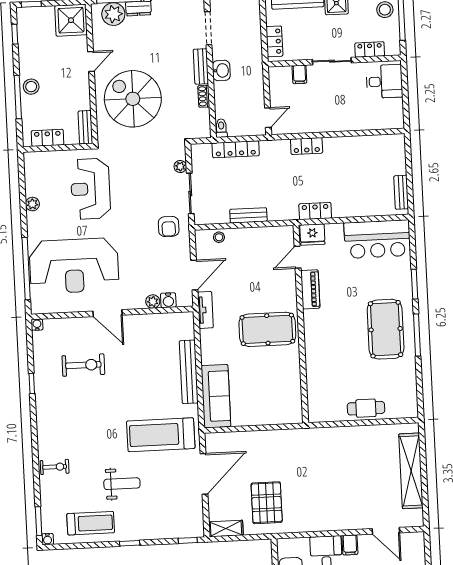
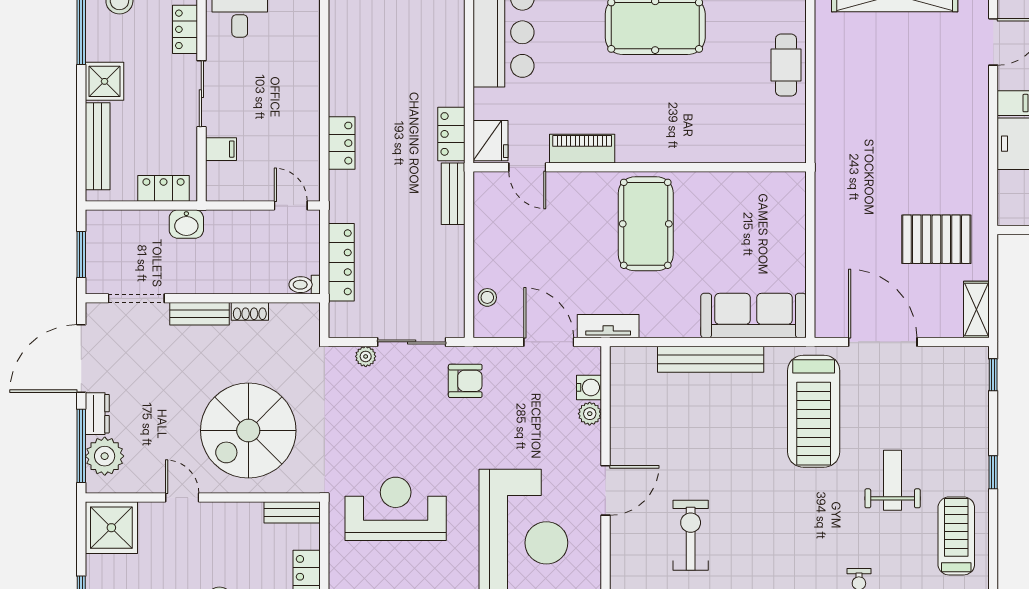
washbasin: (221, 71) -> (186, 224), moved, turned 180
reception desk: (90, 189) -> (396, 509), turned 180
bench: (248, 215) -> (453, 194), moved

